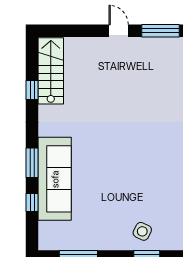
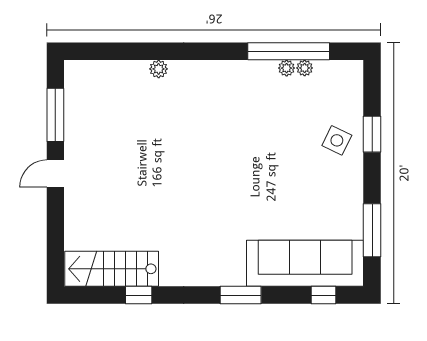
sofa: (55, 179) -> (305, 263), moved
window: (32, 202) -> (323, 295), moved

